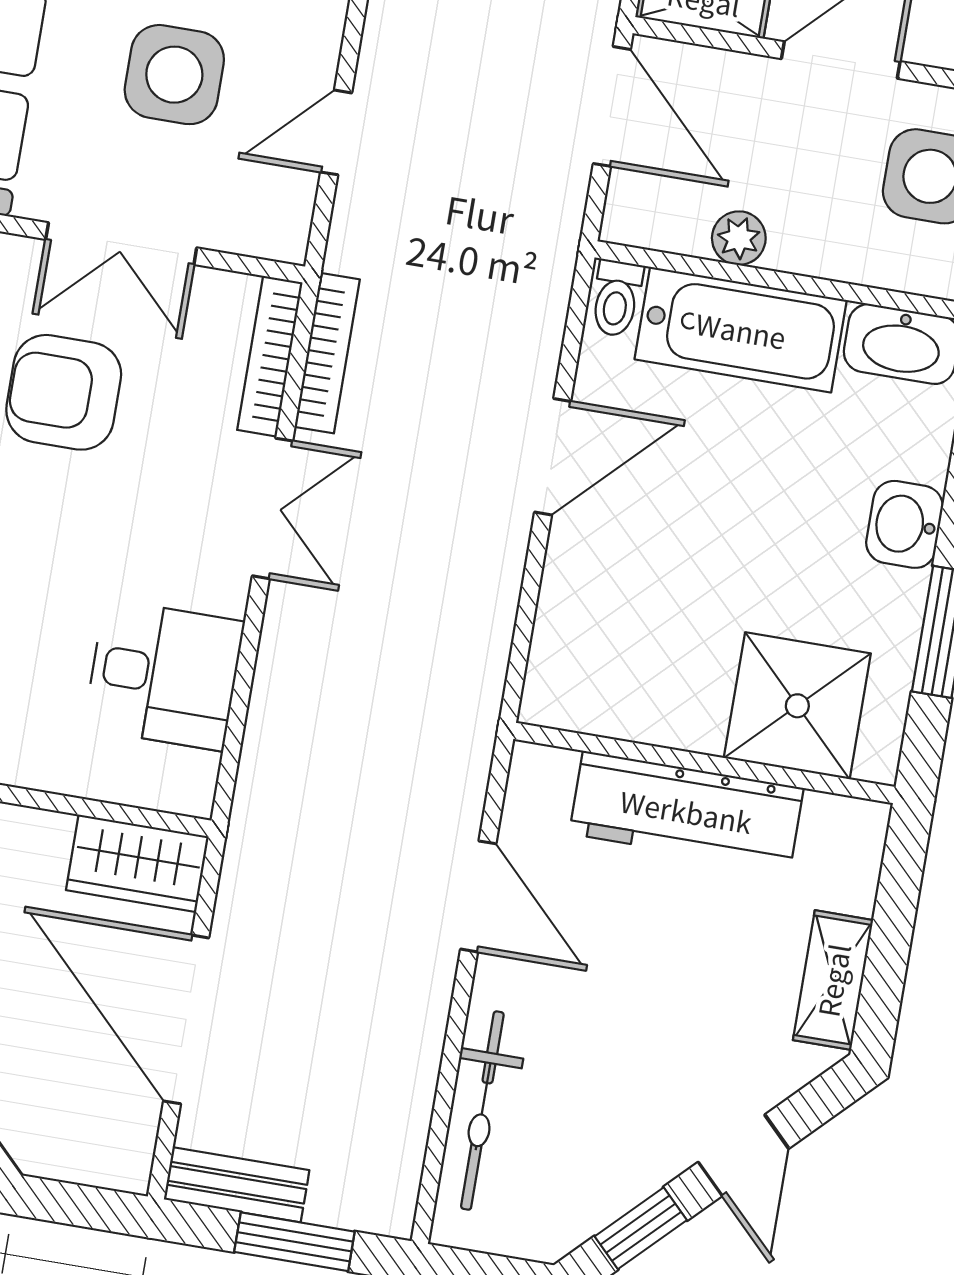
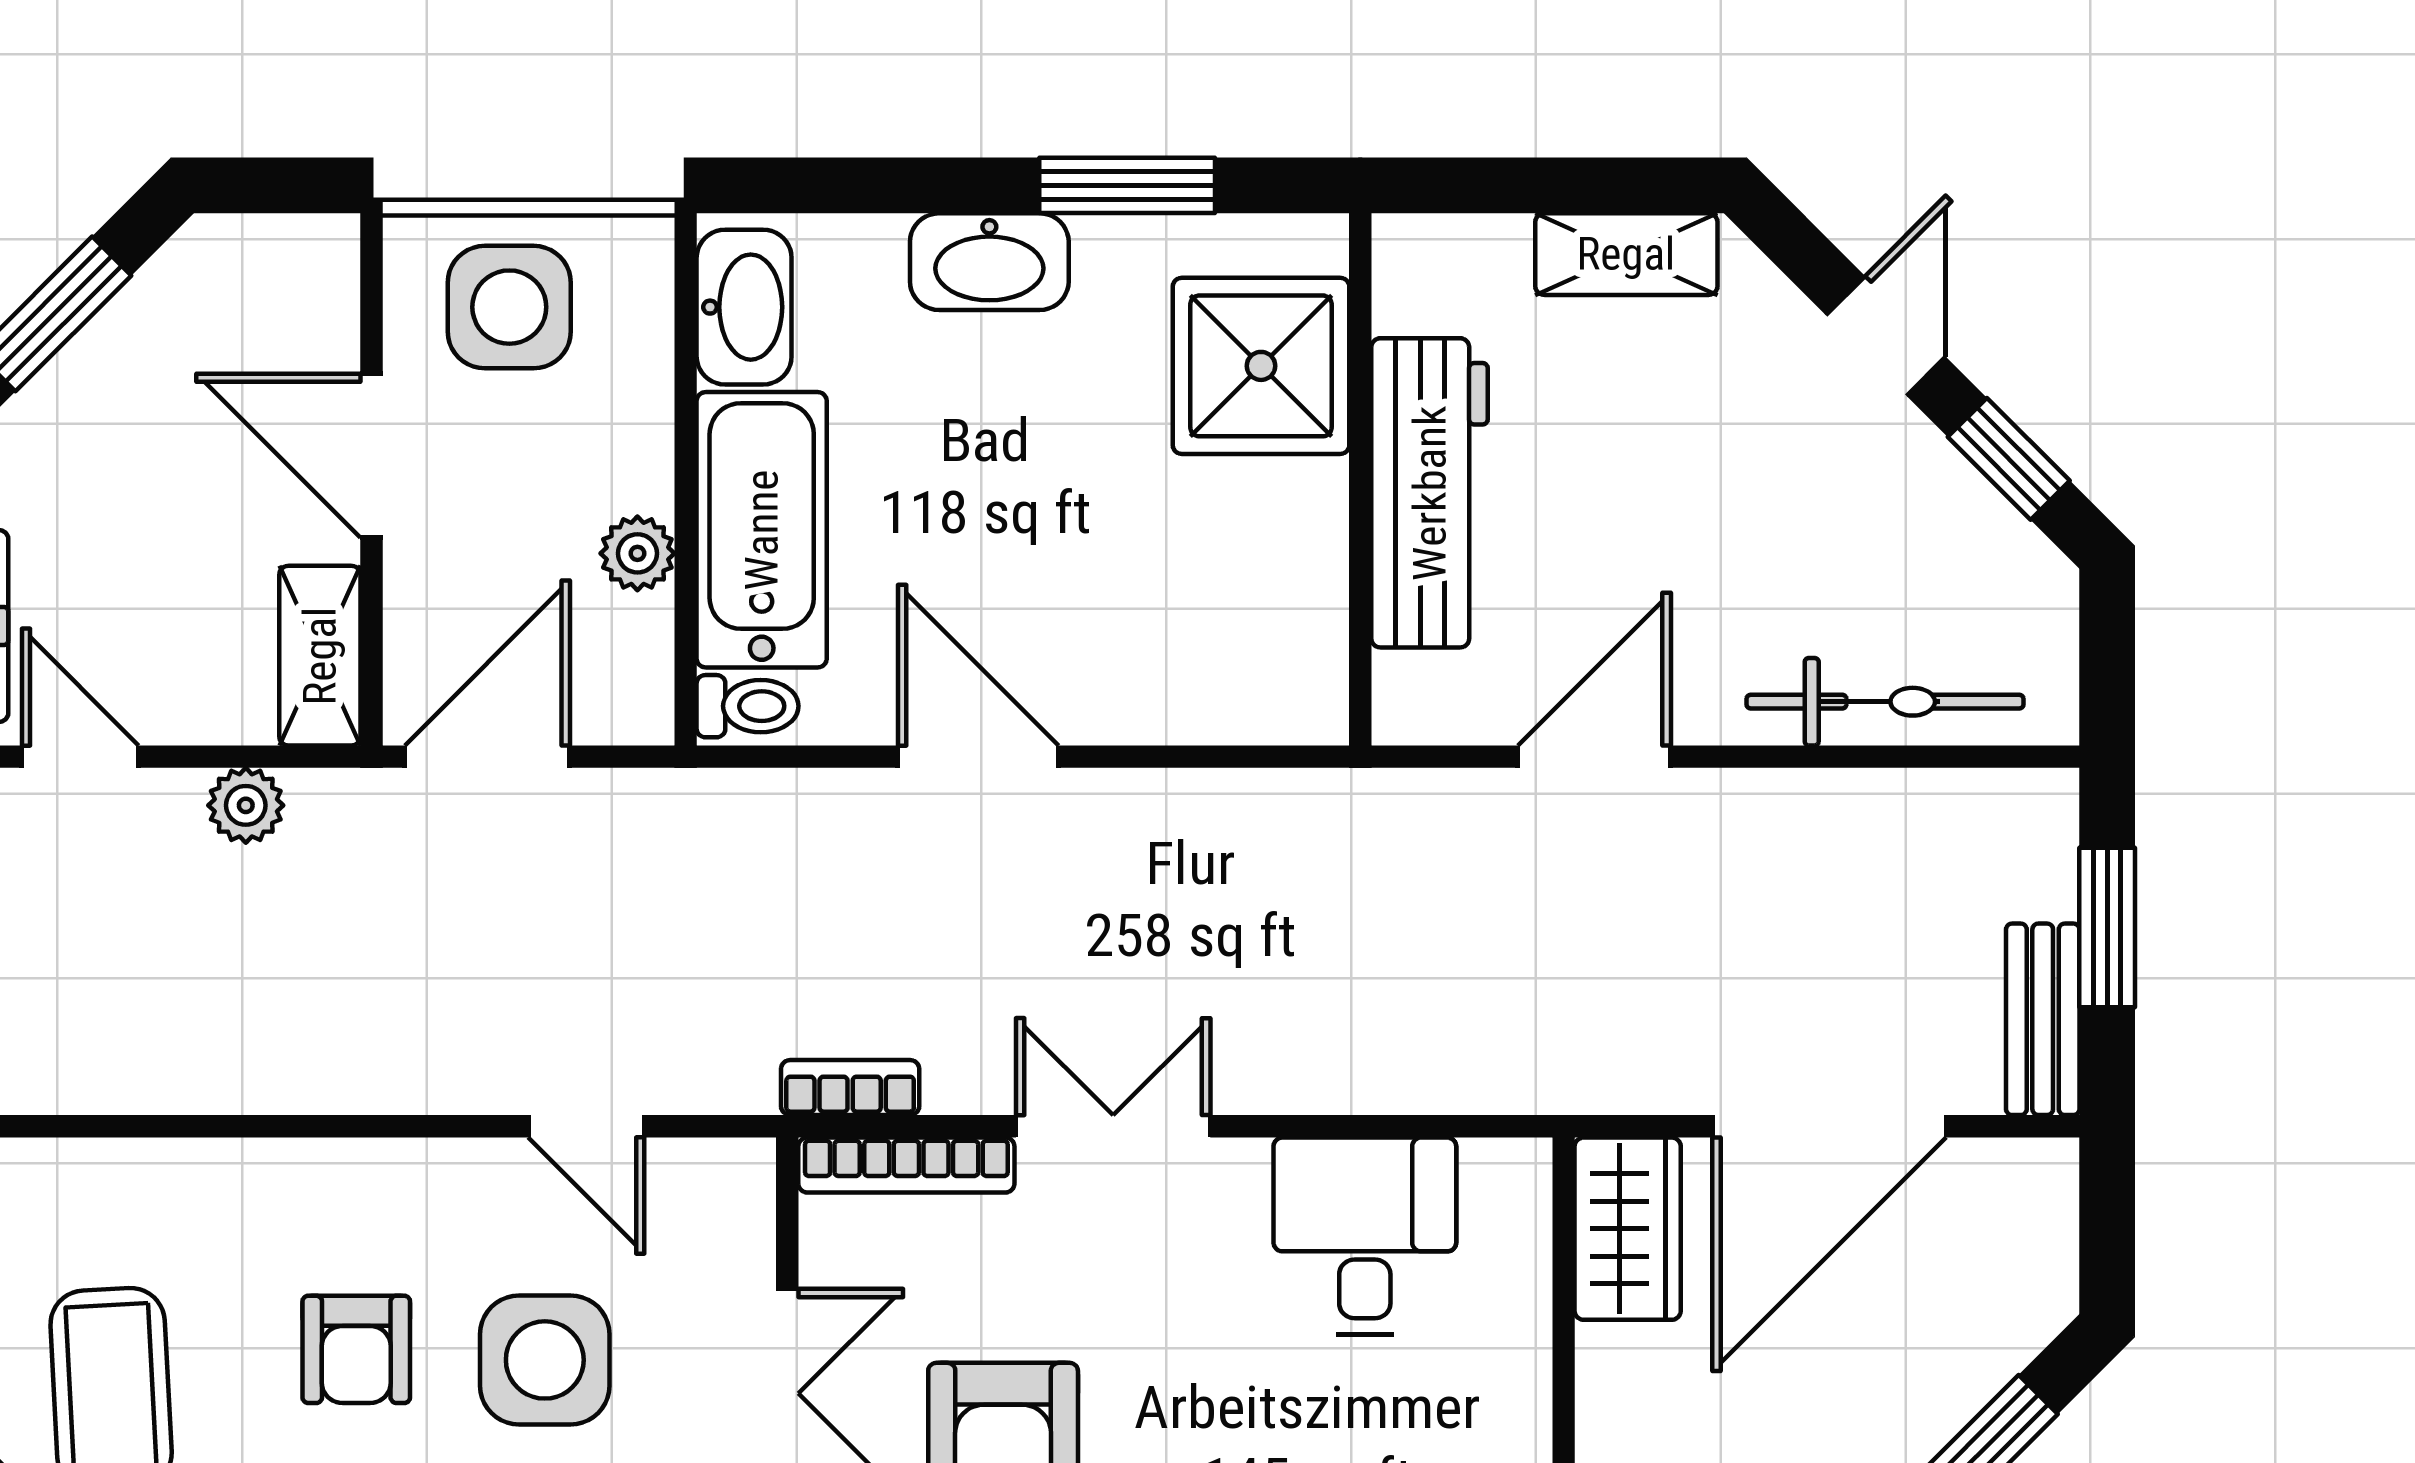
bookcase: (327, 353) -> (850, 1088), width x0.64
washbasin: (905, 524) -> (989, 262), width x1.38
door: (743, 1155) -> (1886, 336), hinge flipped

